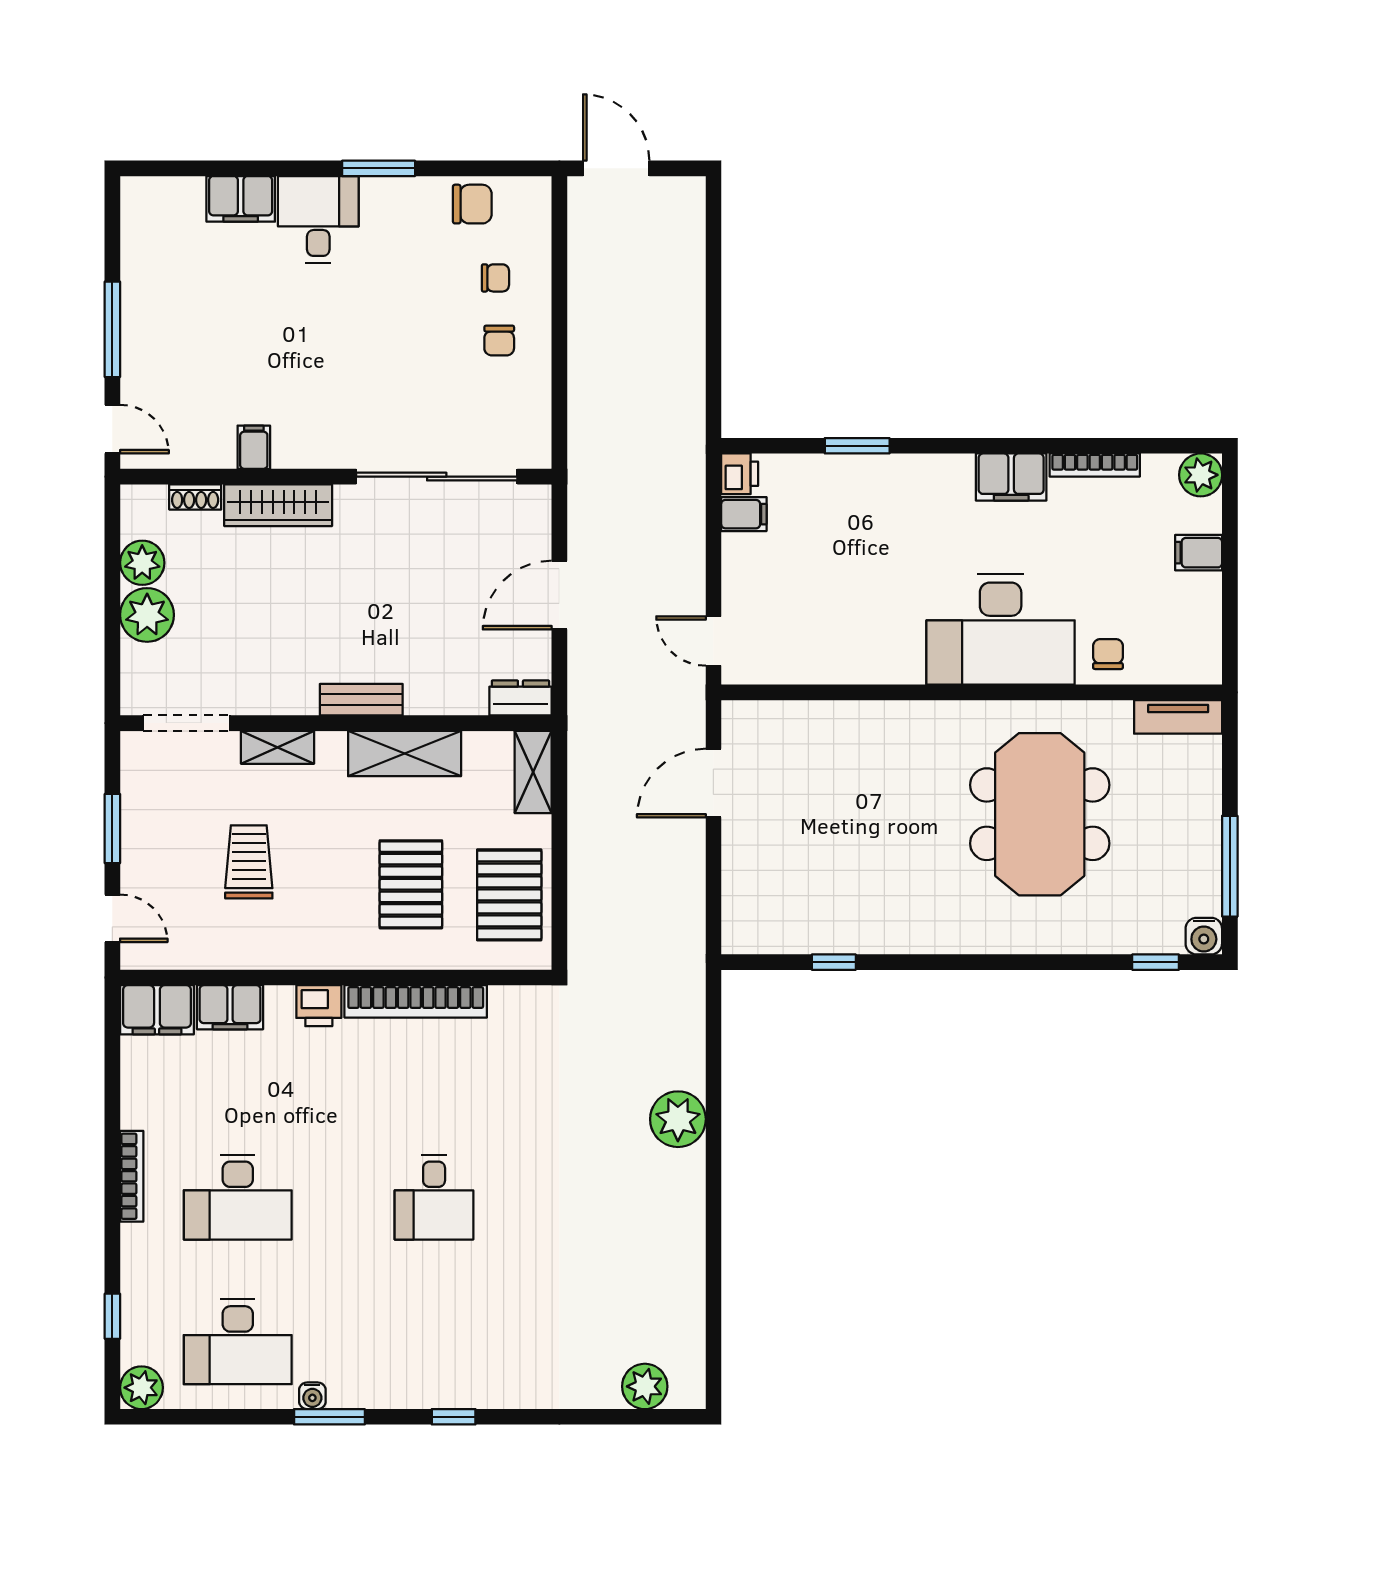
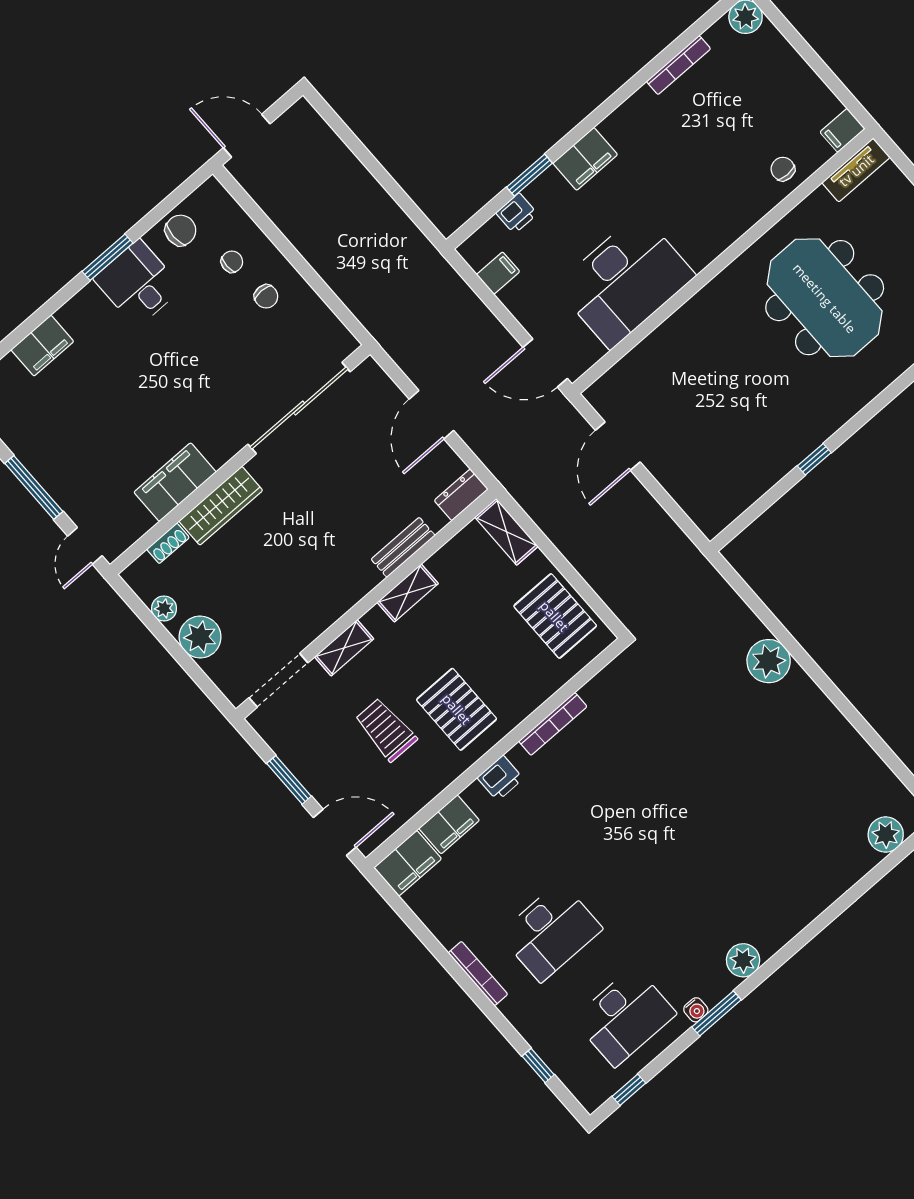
desk: (318, 219) -> (138, 283), moved
door: (112, 429) -> (85, 546), swing flipped
filing cabinet: (254, 447) -> (175, 482), width x3.00, depth x1.17
printer: (740, 474) -> (517, 213), moved, turned 90
filing cabinet: (1011, 477) -> (585, 159), moved
filing cabinet: (1199, 553) -> (842, 130), moved
plant: (142, 563) -> (164, 608), width x0.73, depth x0.73
desk: (1001, 629) -> (625, 281), moved
door: (713, 641) -> (545, 363), width x1.38
bench: (361, 700) -> (403, 547), moved
shelving: (405, 754) -> (408, 593), width x0.67, depth x0.75
pallet: (411, 884) -> (457, 709), moved
door: (112, 918) -> (335, 832), width x1.38
window: (834, 962) -> (814, 459), moved
bookcase: (416, 1001) -> (553, 724), width x0.68, depth x0.76
desk: (434, 1197) -> (666, 831), removed
plant: (141, 1388) -> (743, 960), moved
window: (454, 1417) -> (629, 1090), moved

